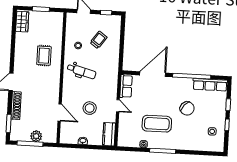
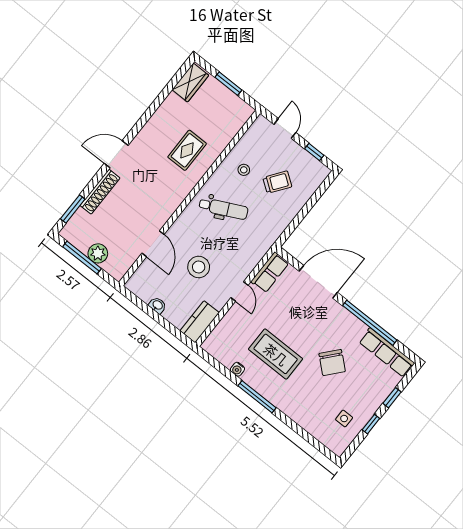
dental chair: (82, 71) -> (223, 208), turned -41

